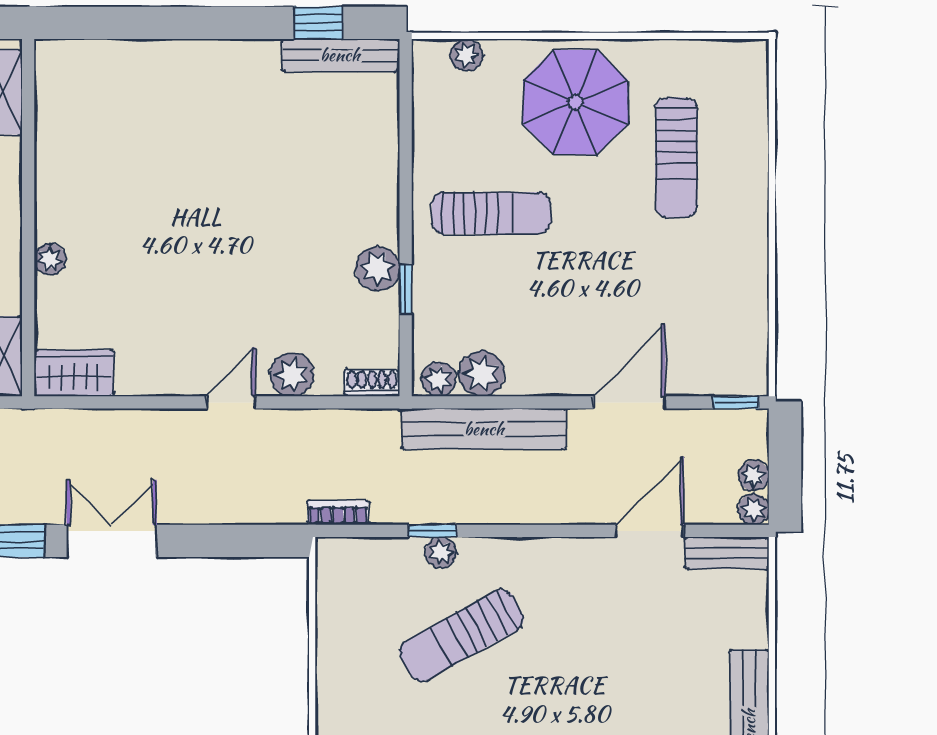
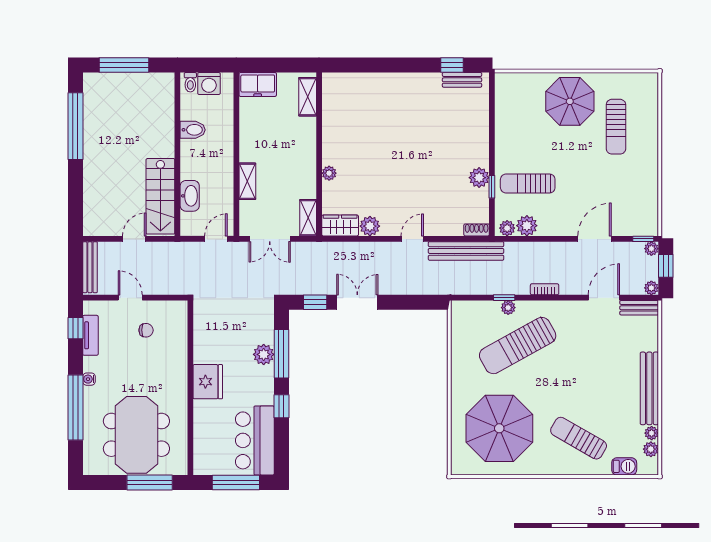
bench: (340, 55) -> (462, 80), width x0.73
plant: (467, 55) -> (520, 80), removed
sun lounger: (491, 213) -> (528, 184), moved, turned 180
plant: (292, 374) -> (370, 226), moved
bench: (484, 429) -> (466, 251), moved
window: (785, 461) -> (666, 266), added
plant: (754, 476) -> (651, 249), moved
bookcase: (338, 513) -> (545, 289), moved
sun lounger: (462, 635) -> (518, 346), width x1.36, depth x1.34

